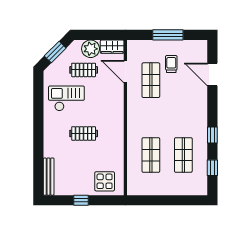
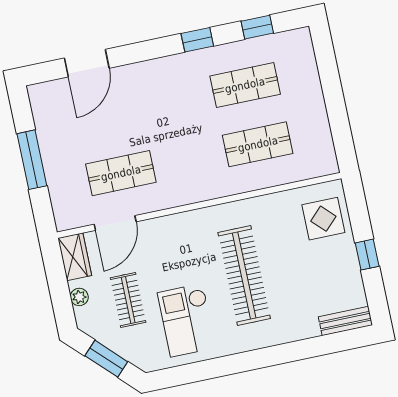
plant: (91, 49) -> (79, 297), width x0.53, depth x0.53
trolley: (171, 64) -> (84, 142), removed
clothes rail: (84, 133) -> (244, 275), width x1.86, depth x1.31
bench: (49, 177) -> (345, 321), width x0.73

